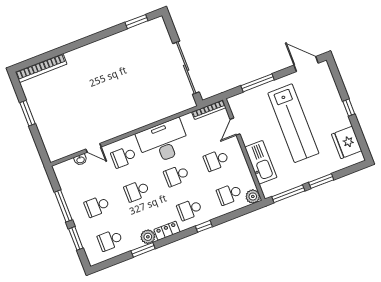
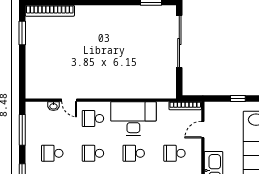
sliding door: (186, 68) -> (179, 42), moved
window: (258, 83) -> (238, 98), width x0.46
window: (28, 113) -> (22, 33), moved
window: (63, 206) -> (22, 130), moved

